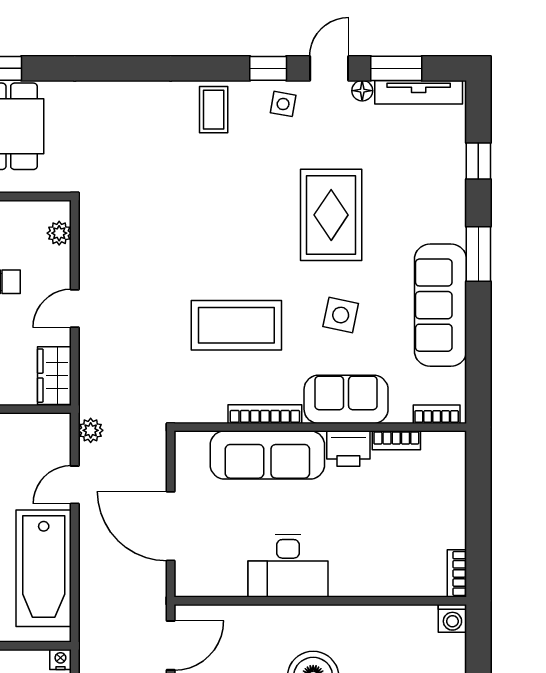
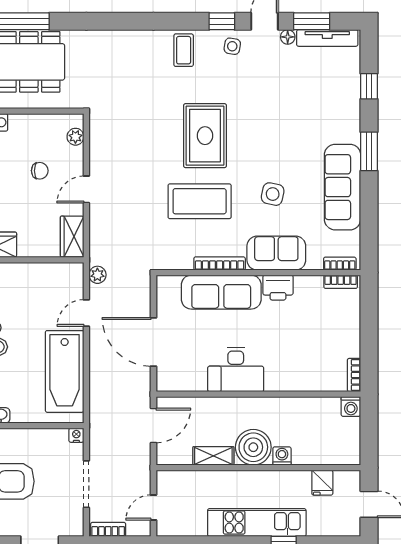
rug: (331, 215) -> (205, 136), moved
bookcase: (396, 440) -> (341, 282), moved

